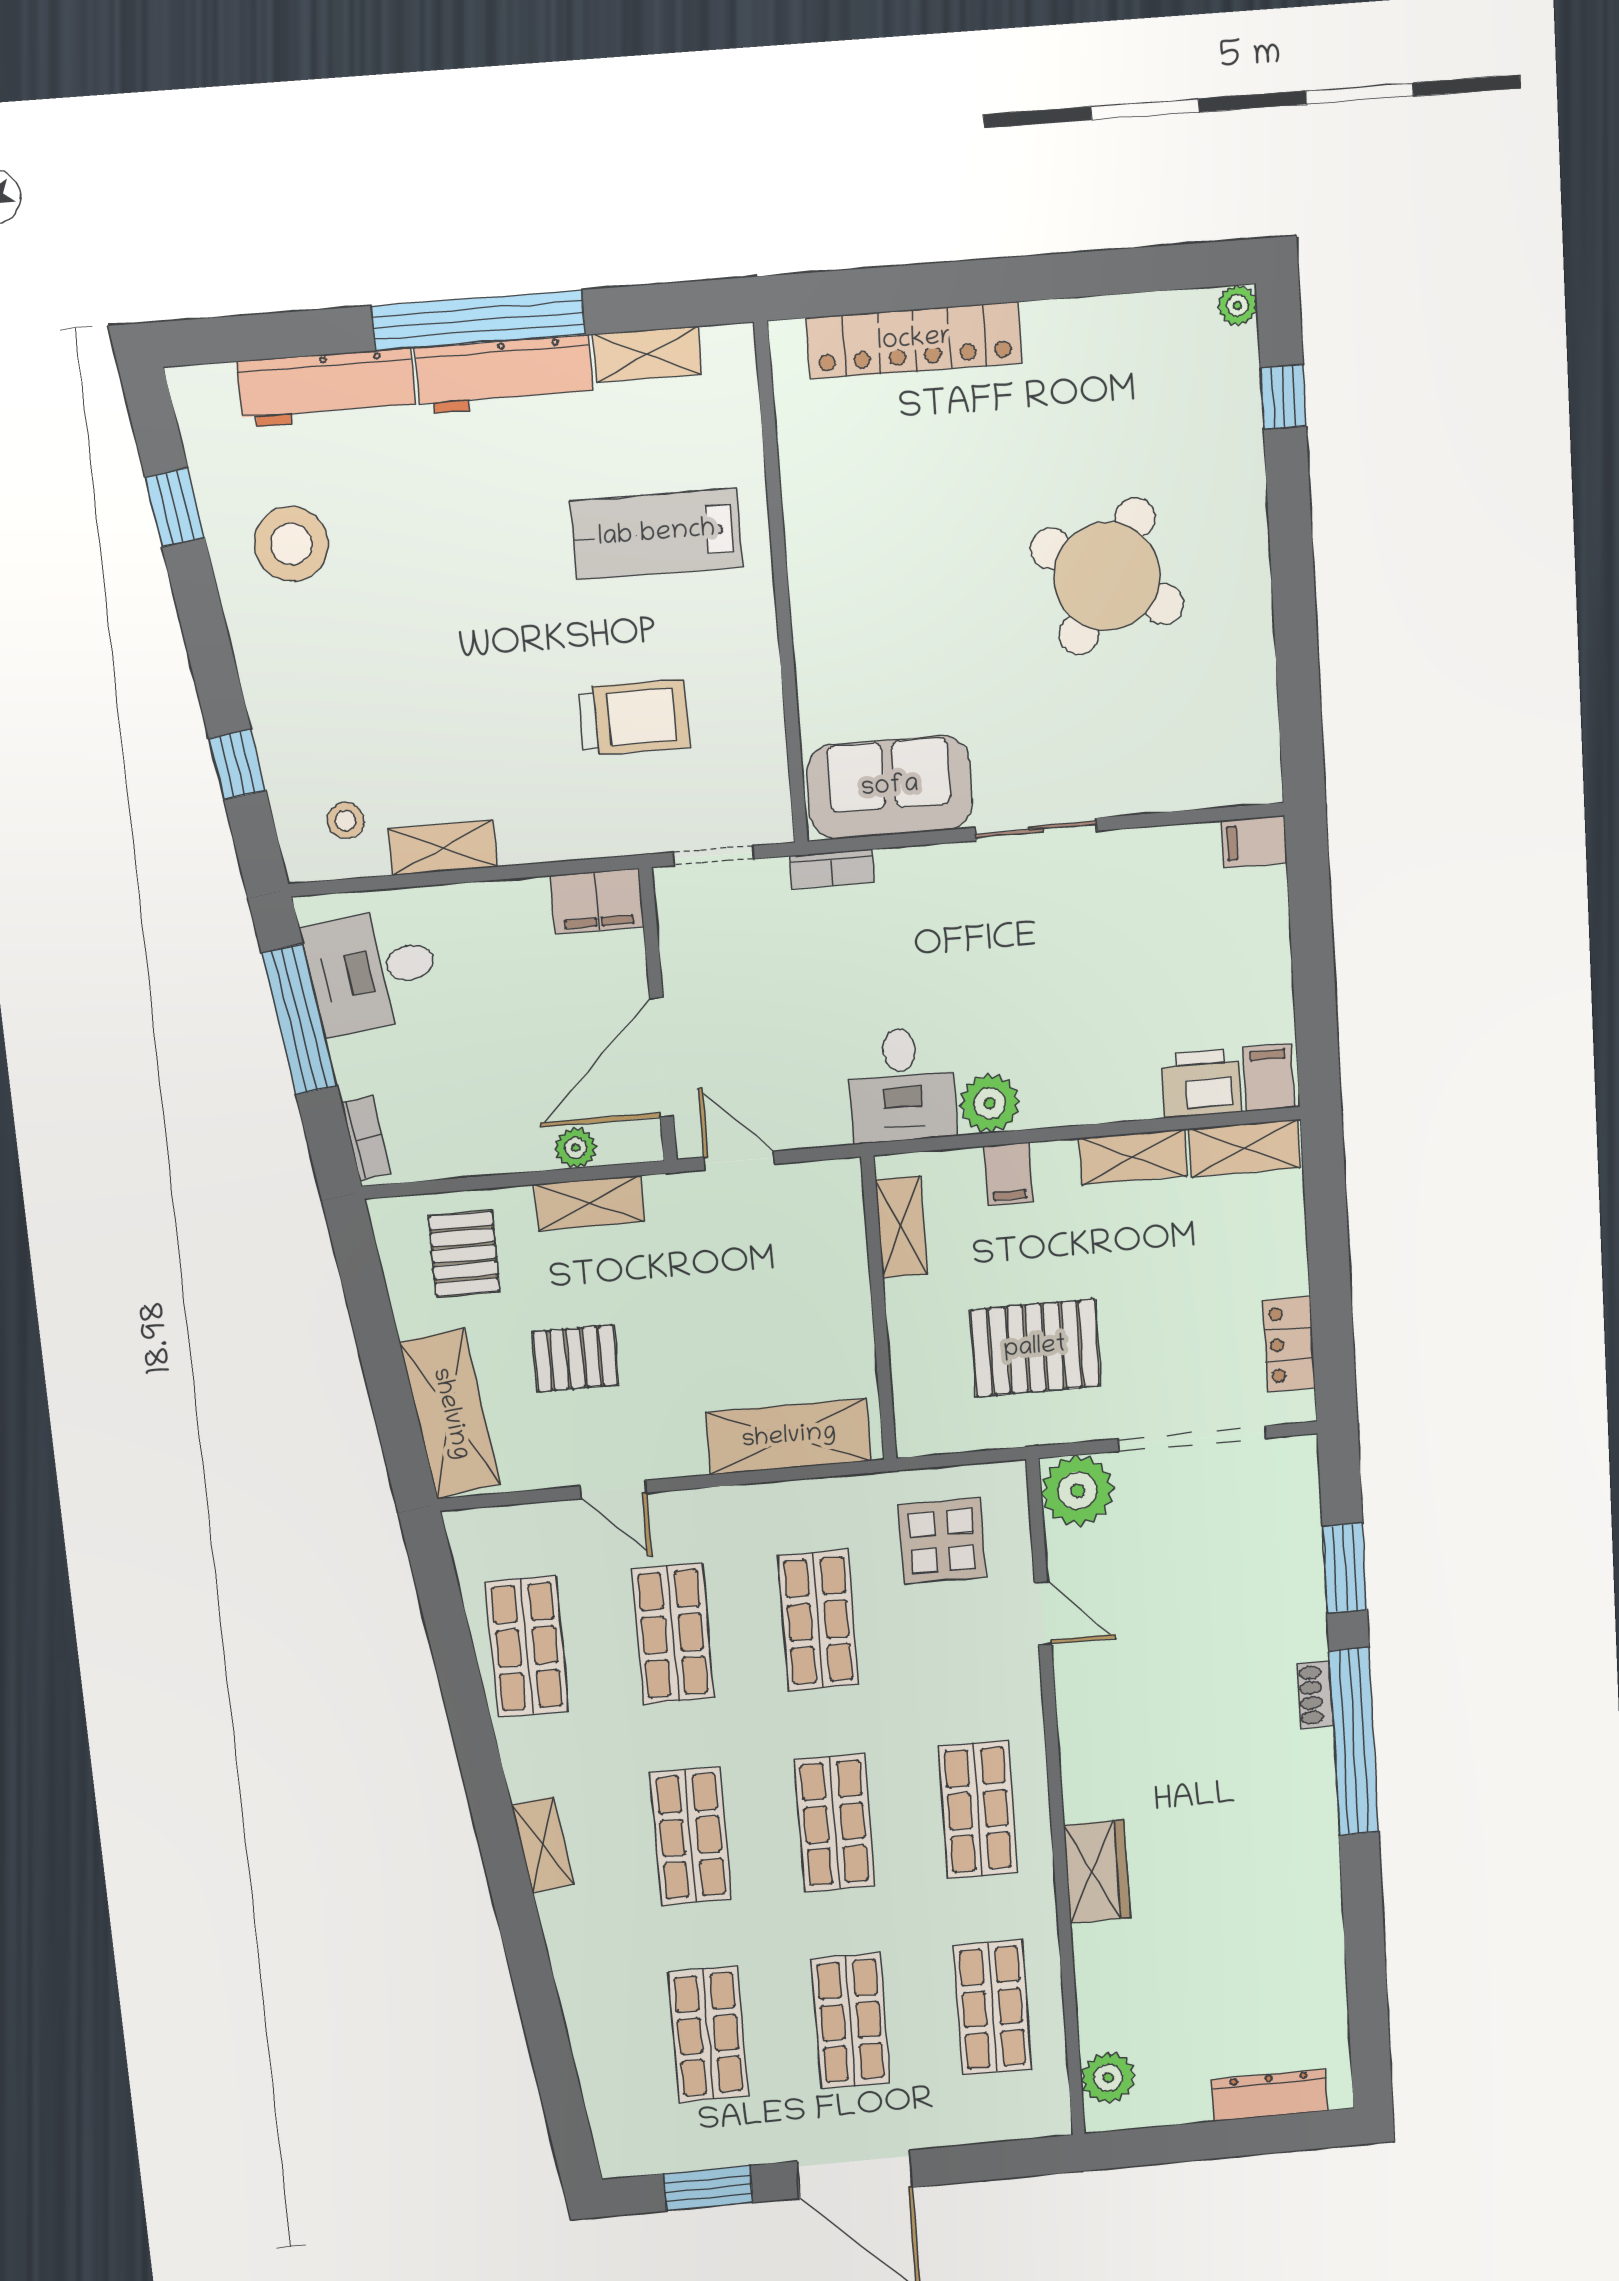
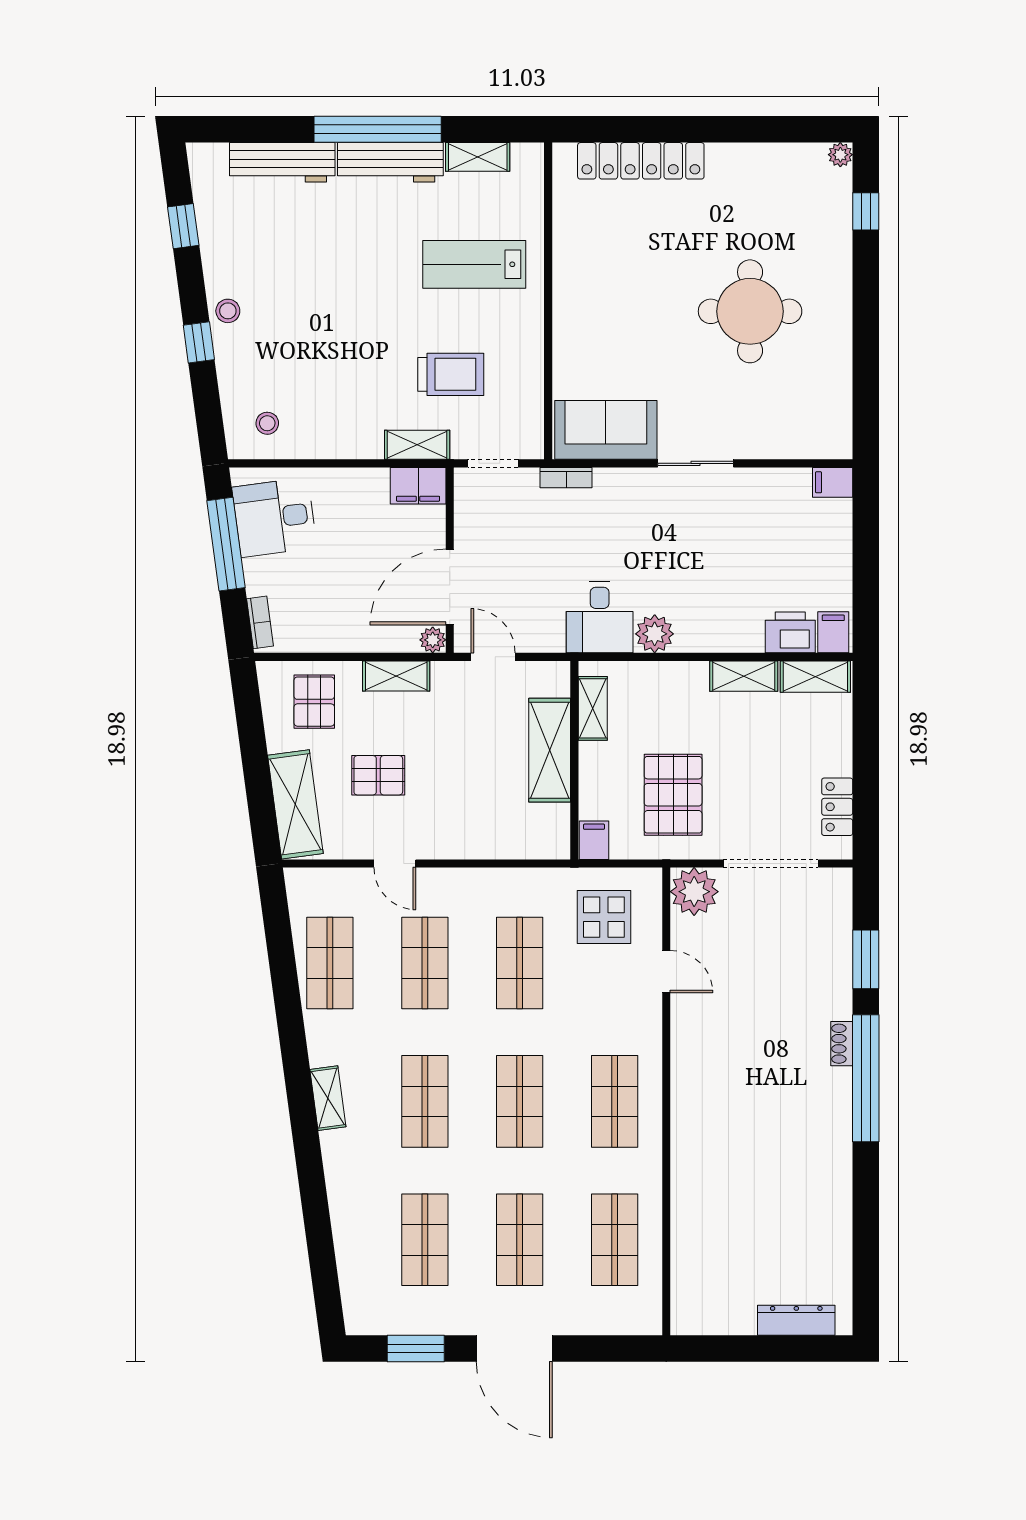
stool: (291, 544) -> (228, 311), moved, width x0.53, depth x0.53
round table: (1107, 576) -> (750, 311), turned -30
window: (237, 764) -> (199, 342), moved
shelving: (443, 848) -> (417, 445), moved
plant: (576, 1148) -> (433, 640), moved
filing cabinet: (1009, 1174) -> (594, 840), moved, turned 180
pallet: (1035, 1348) -> (673, 795), turned 90
shelving: (789, 1437) -> (550, 750), moved, turned 90
wardrobe: (1097, 1872) -> (690, 1152), removed
plant: (1108, 2078) -> (689, 1297), removed

